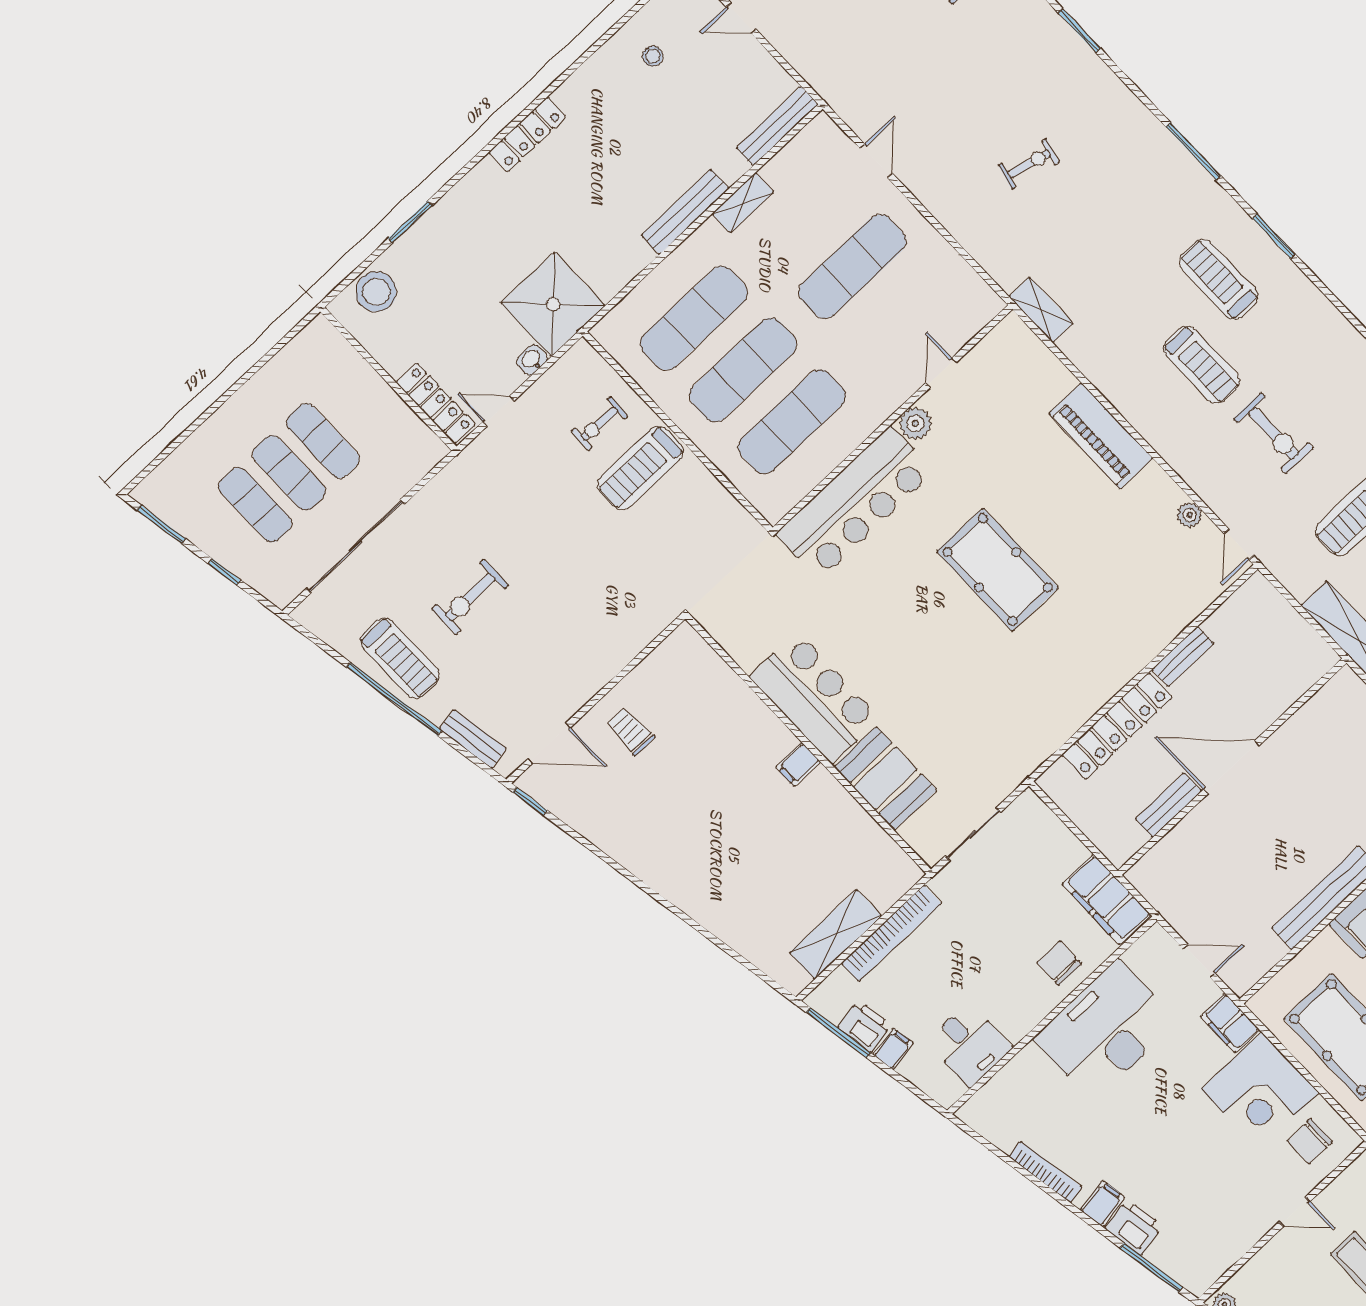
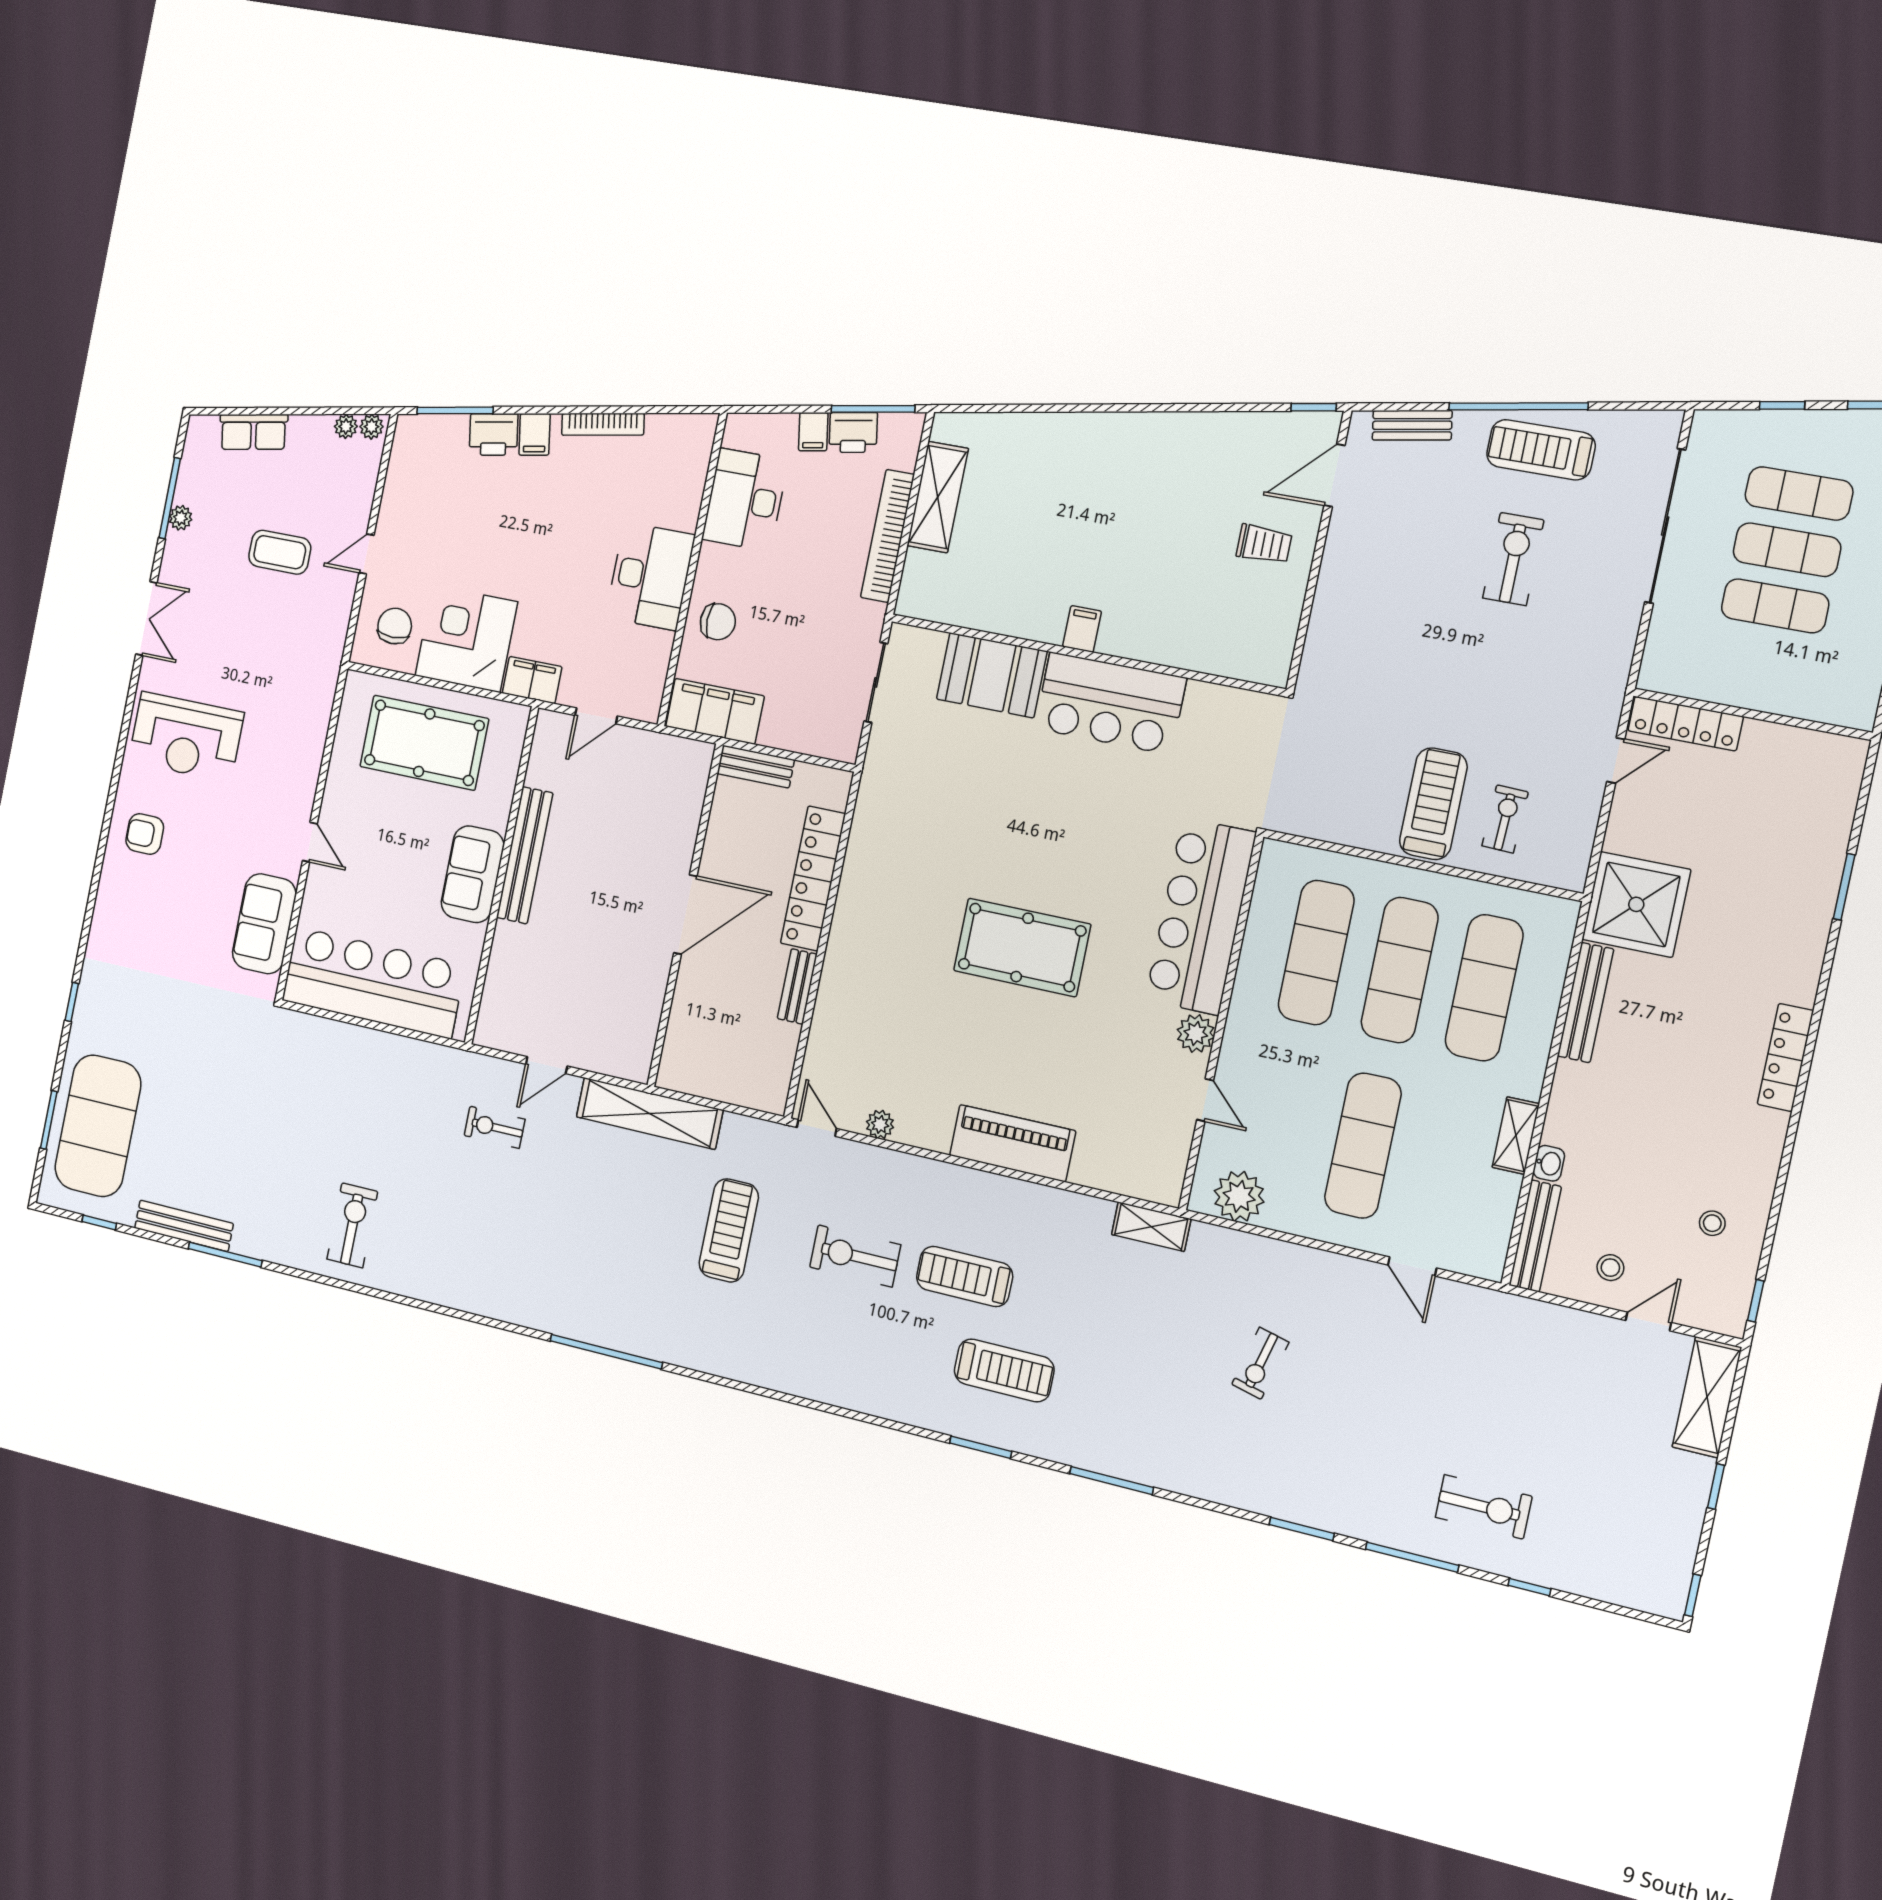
bench: (685, 212) -> (1586, 1003), moved
plant: (964, 289) -> (1239, 1196), added
stool: (376, 292) -> (1610, 1268), moved, width x0.53, depth x0.53
washbasin: (532, 360) -> (1549, 1163), moved
bench: (1168, 805) -> (756, 767), moved, turned 90
desk: (1106, 1030) -> (650, 576), width x0.73, depth x0.77
desk: (969, 1045) -> (745, 500), width x1.37

